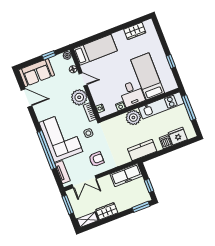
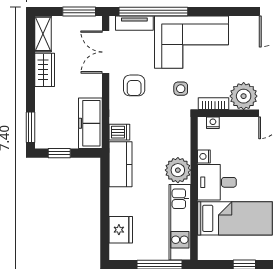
dishwasher: (166, 142) -> (119, 132), moved
window: (47, 150) -> (153, 11), moved

